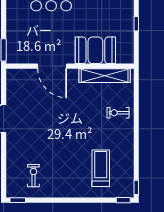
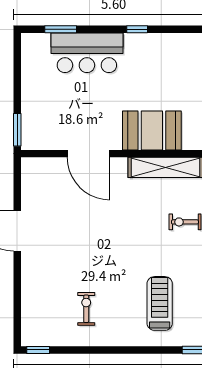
exercise bike: (33, 176) -> (86, 309), moved

